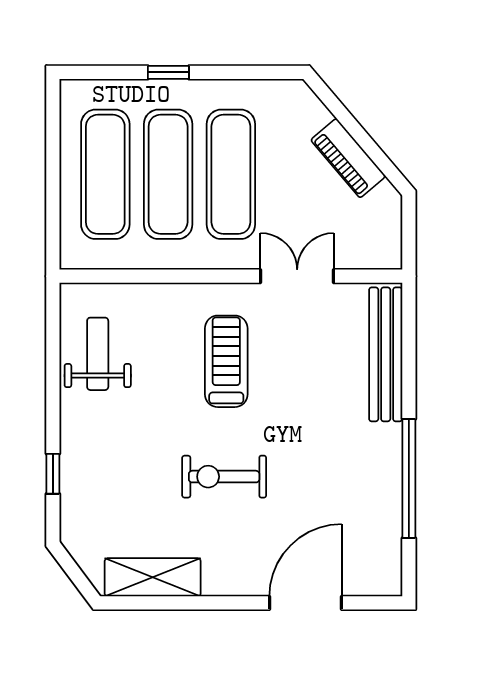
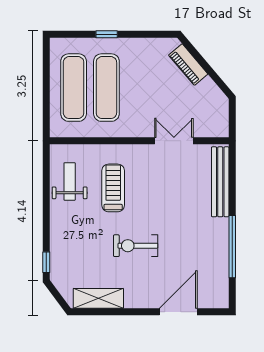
piano: (348, 158) -> (188, 65), moved
exercise mat: (231, 174) -> (139, 88), removed
treadmill: (226, 361) -> (113, 188), moved
window: (53, 474) -> (46, 262), moved

